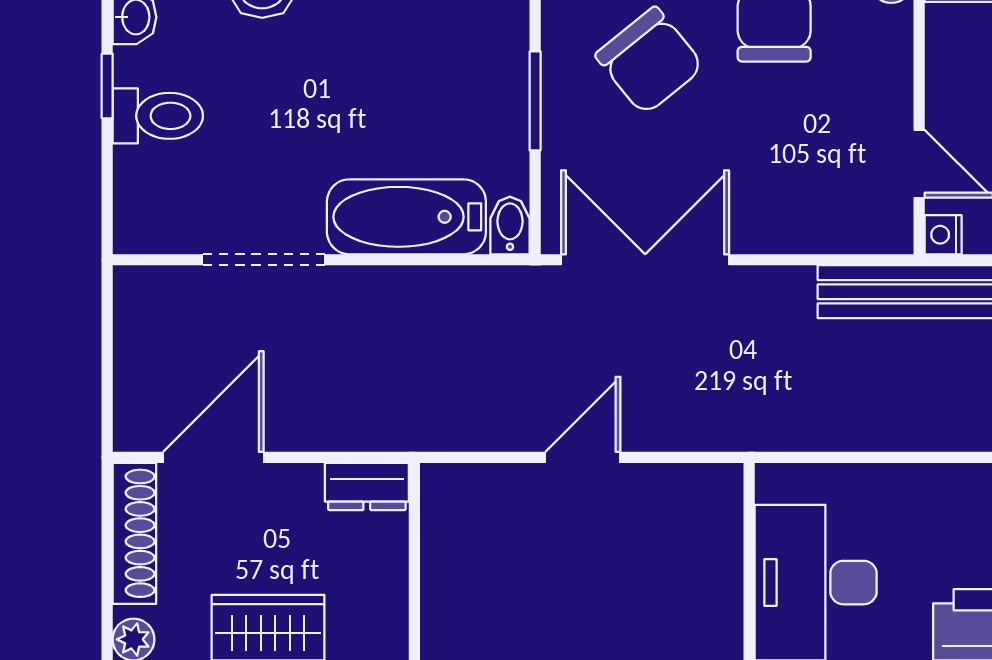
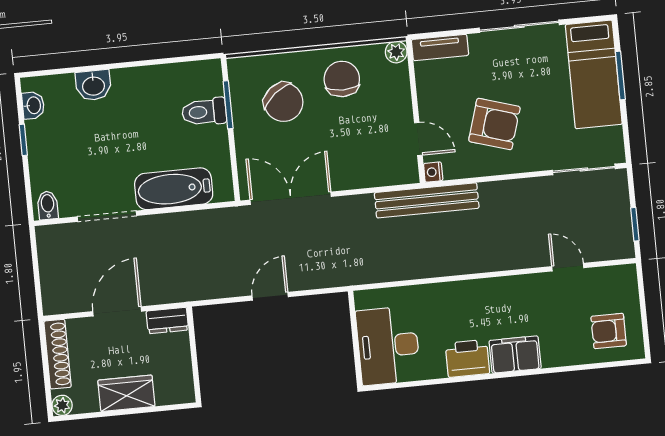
window: (535, 101) -> (228, 105), moved
toilet: (158, 116) -> (204, 112), moved, turned 180
bidet: (510, 225) -> (48, 205), moved
door: (213, 457) -> (117, 311), moved

